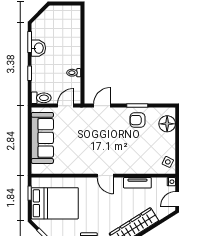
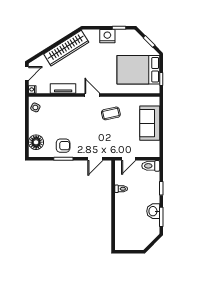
sofa: (42, 138) -> (150, 123), width x0.73
coffee table: (85, 155) -> (111, 113), added

